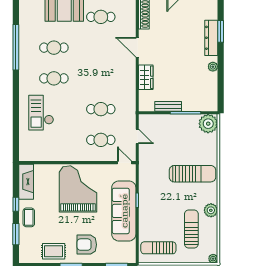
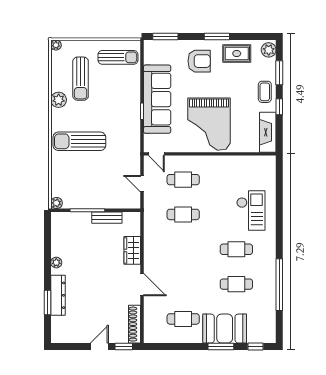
plant: (208, 124) -> (57, 203), width x0.53, depth x0.53
plant: (25, 254) -> (269, 50), added

